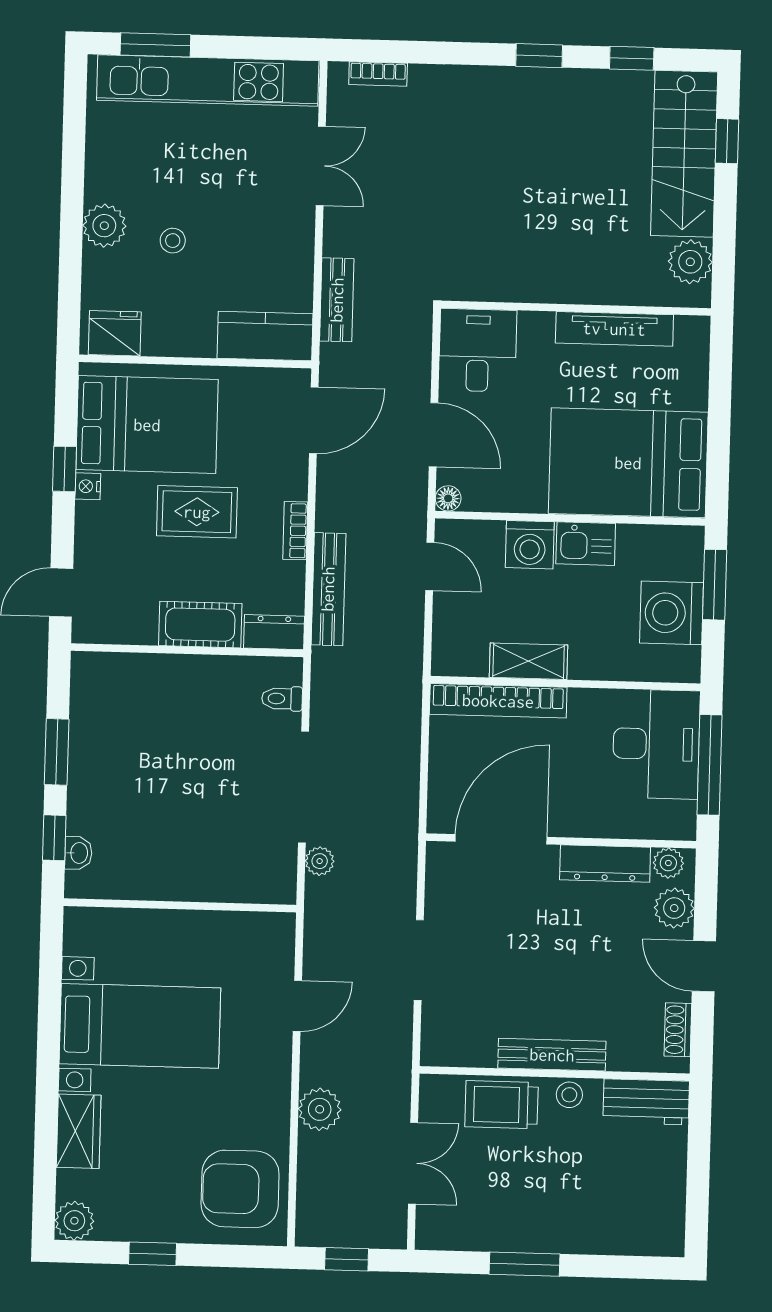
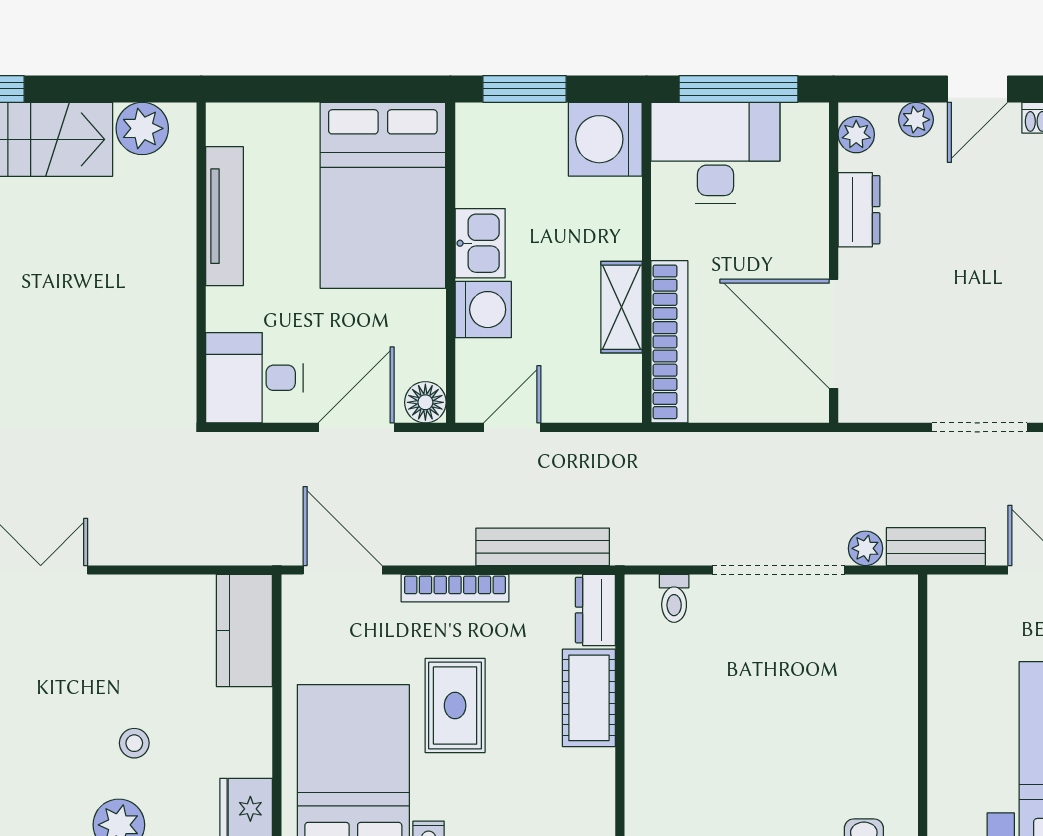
bench: (337, 300) -> (936, 547), moved
floor lamp: (448, 498) -> (425, 402), width x1.37, depth x1.37
bookcase: (295, 531) -> (455, 588), width x1.56
washing machine: (671, 613) -> (605, 139), moved, turned 90
dresser: (605, 864) -> (859, 210), width x0.70
plant: (674, 908) -> (916, 120), width x0.73, depth x0.73

